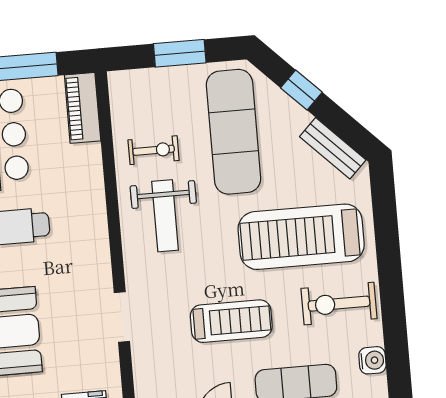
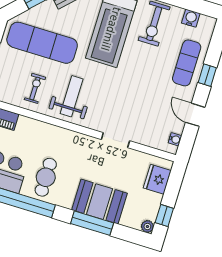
weight bench: (165, 216) -> (72, 96), turned -90
treadmill: (231, 321) -> (141, 84), removed

